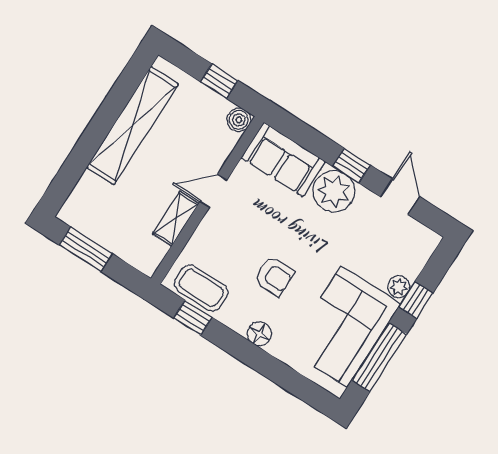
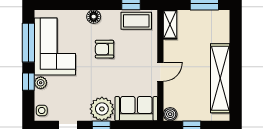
shelving: (176, 219) -> (170, 24), moved
side table: (423, 245) -> (42, 110), added

